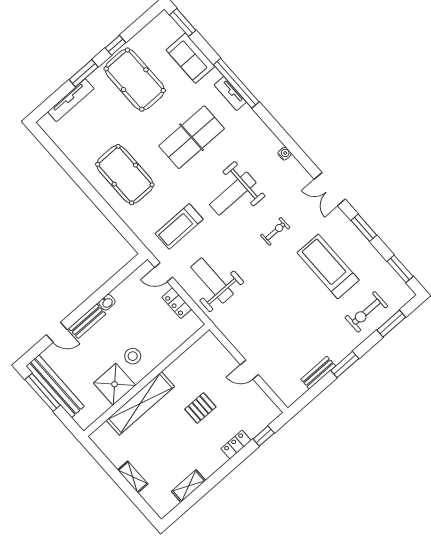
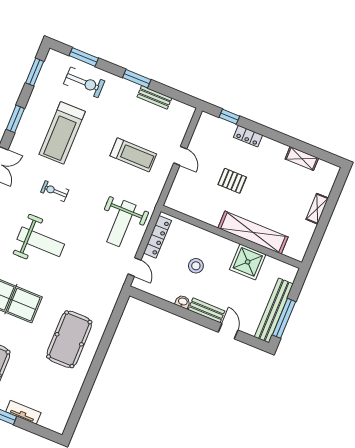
tv unit: (71, 100) -> (23, 412), width x0.71
treadmill: (179, 226) -> (133, 155), moved
locker: (177, 303) -> (157, 237), width x1.53
stool: (133, 356) -> (196, 266), moved

